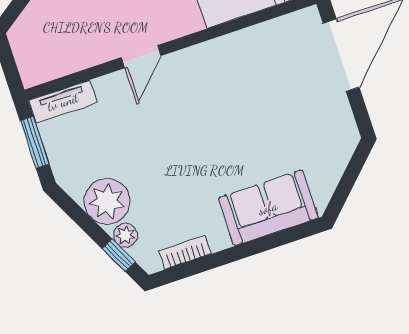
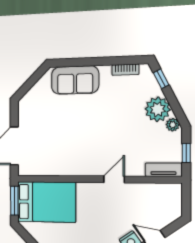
window: (35, 143) -> (186, 153), width x0.67
plant: (126, 235) -> (173, 125), moved

